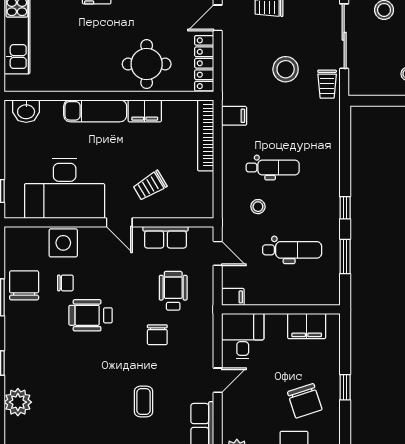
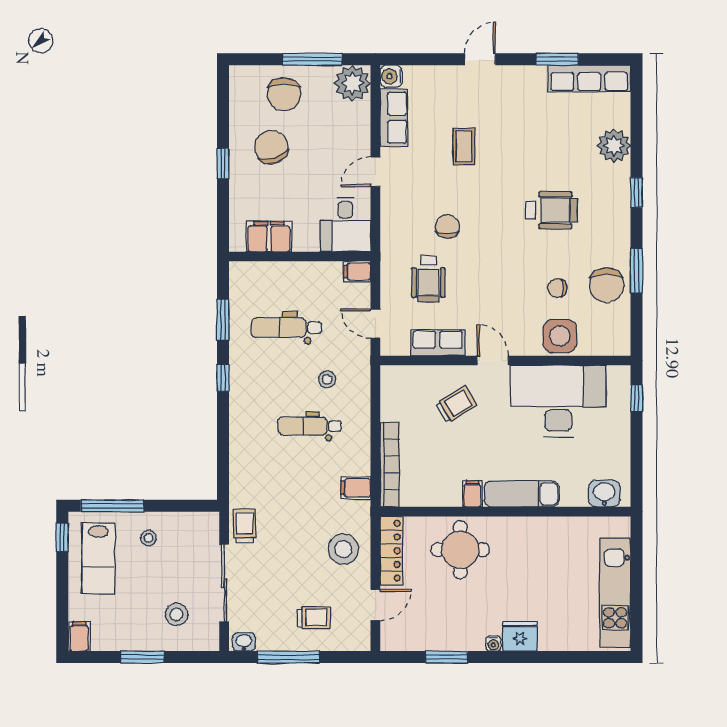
stool: (286, 69) -> (343, 549), moved
filing cabinet: (145, 111) -> (472, 494), width x0.50
wheelchair: (91, 315) -> (551, 210), moved

